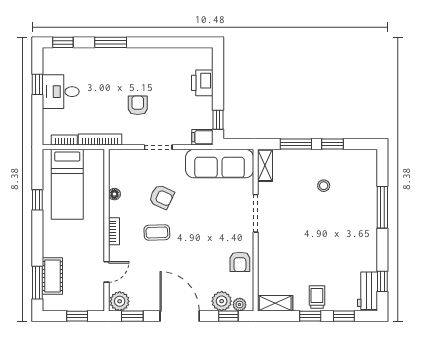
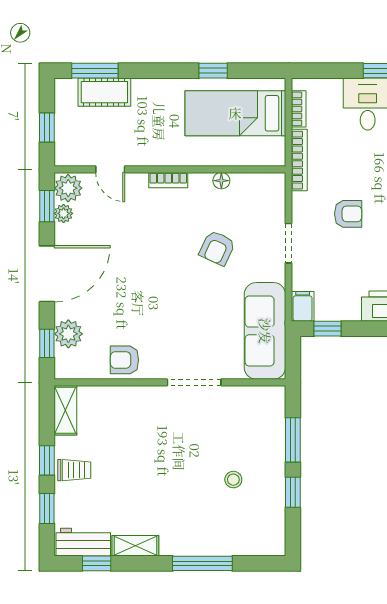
shelving: (265, 165) -> (135, 546), moved
coffee table: (157, 233) -> (166, 241), removed
plant: (240, 305) -> (64, 213), moved

